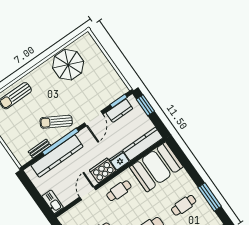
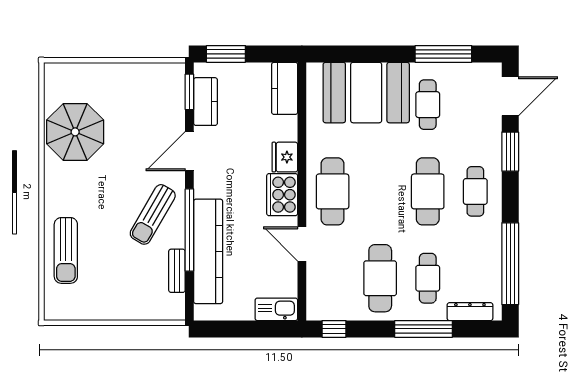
door: (94, 119) -> (189, 151), swing flipped
kitchen counter: (143, 144) -> (285, 88), width x0.67
booth: (156, 167) -> (366, 93), moved, turned 90
cafe table: (119, 191) -> (333, 191), width x1.37, depth x1.35

